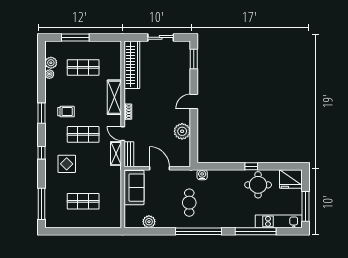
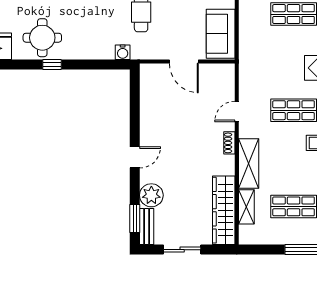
plant: (182, 131) -> (151, 195), moved
door: (123, 134) -> (237, 111), swing flipped
shelving: (116, 154) -> (246, 207), moved
bench: (129, 154) -> (147, 226), moved

